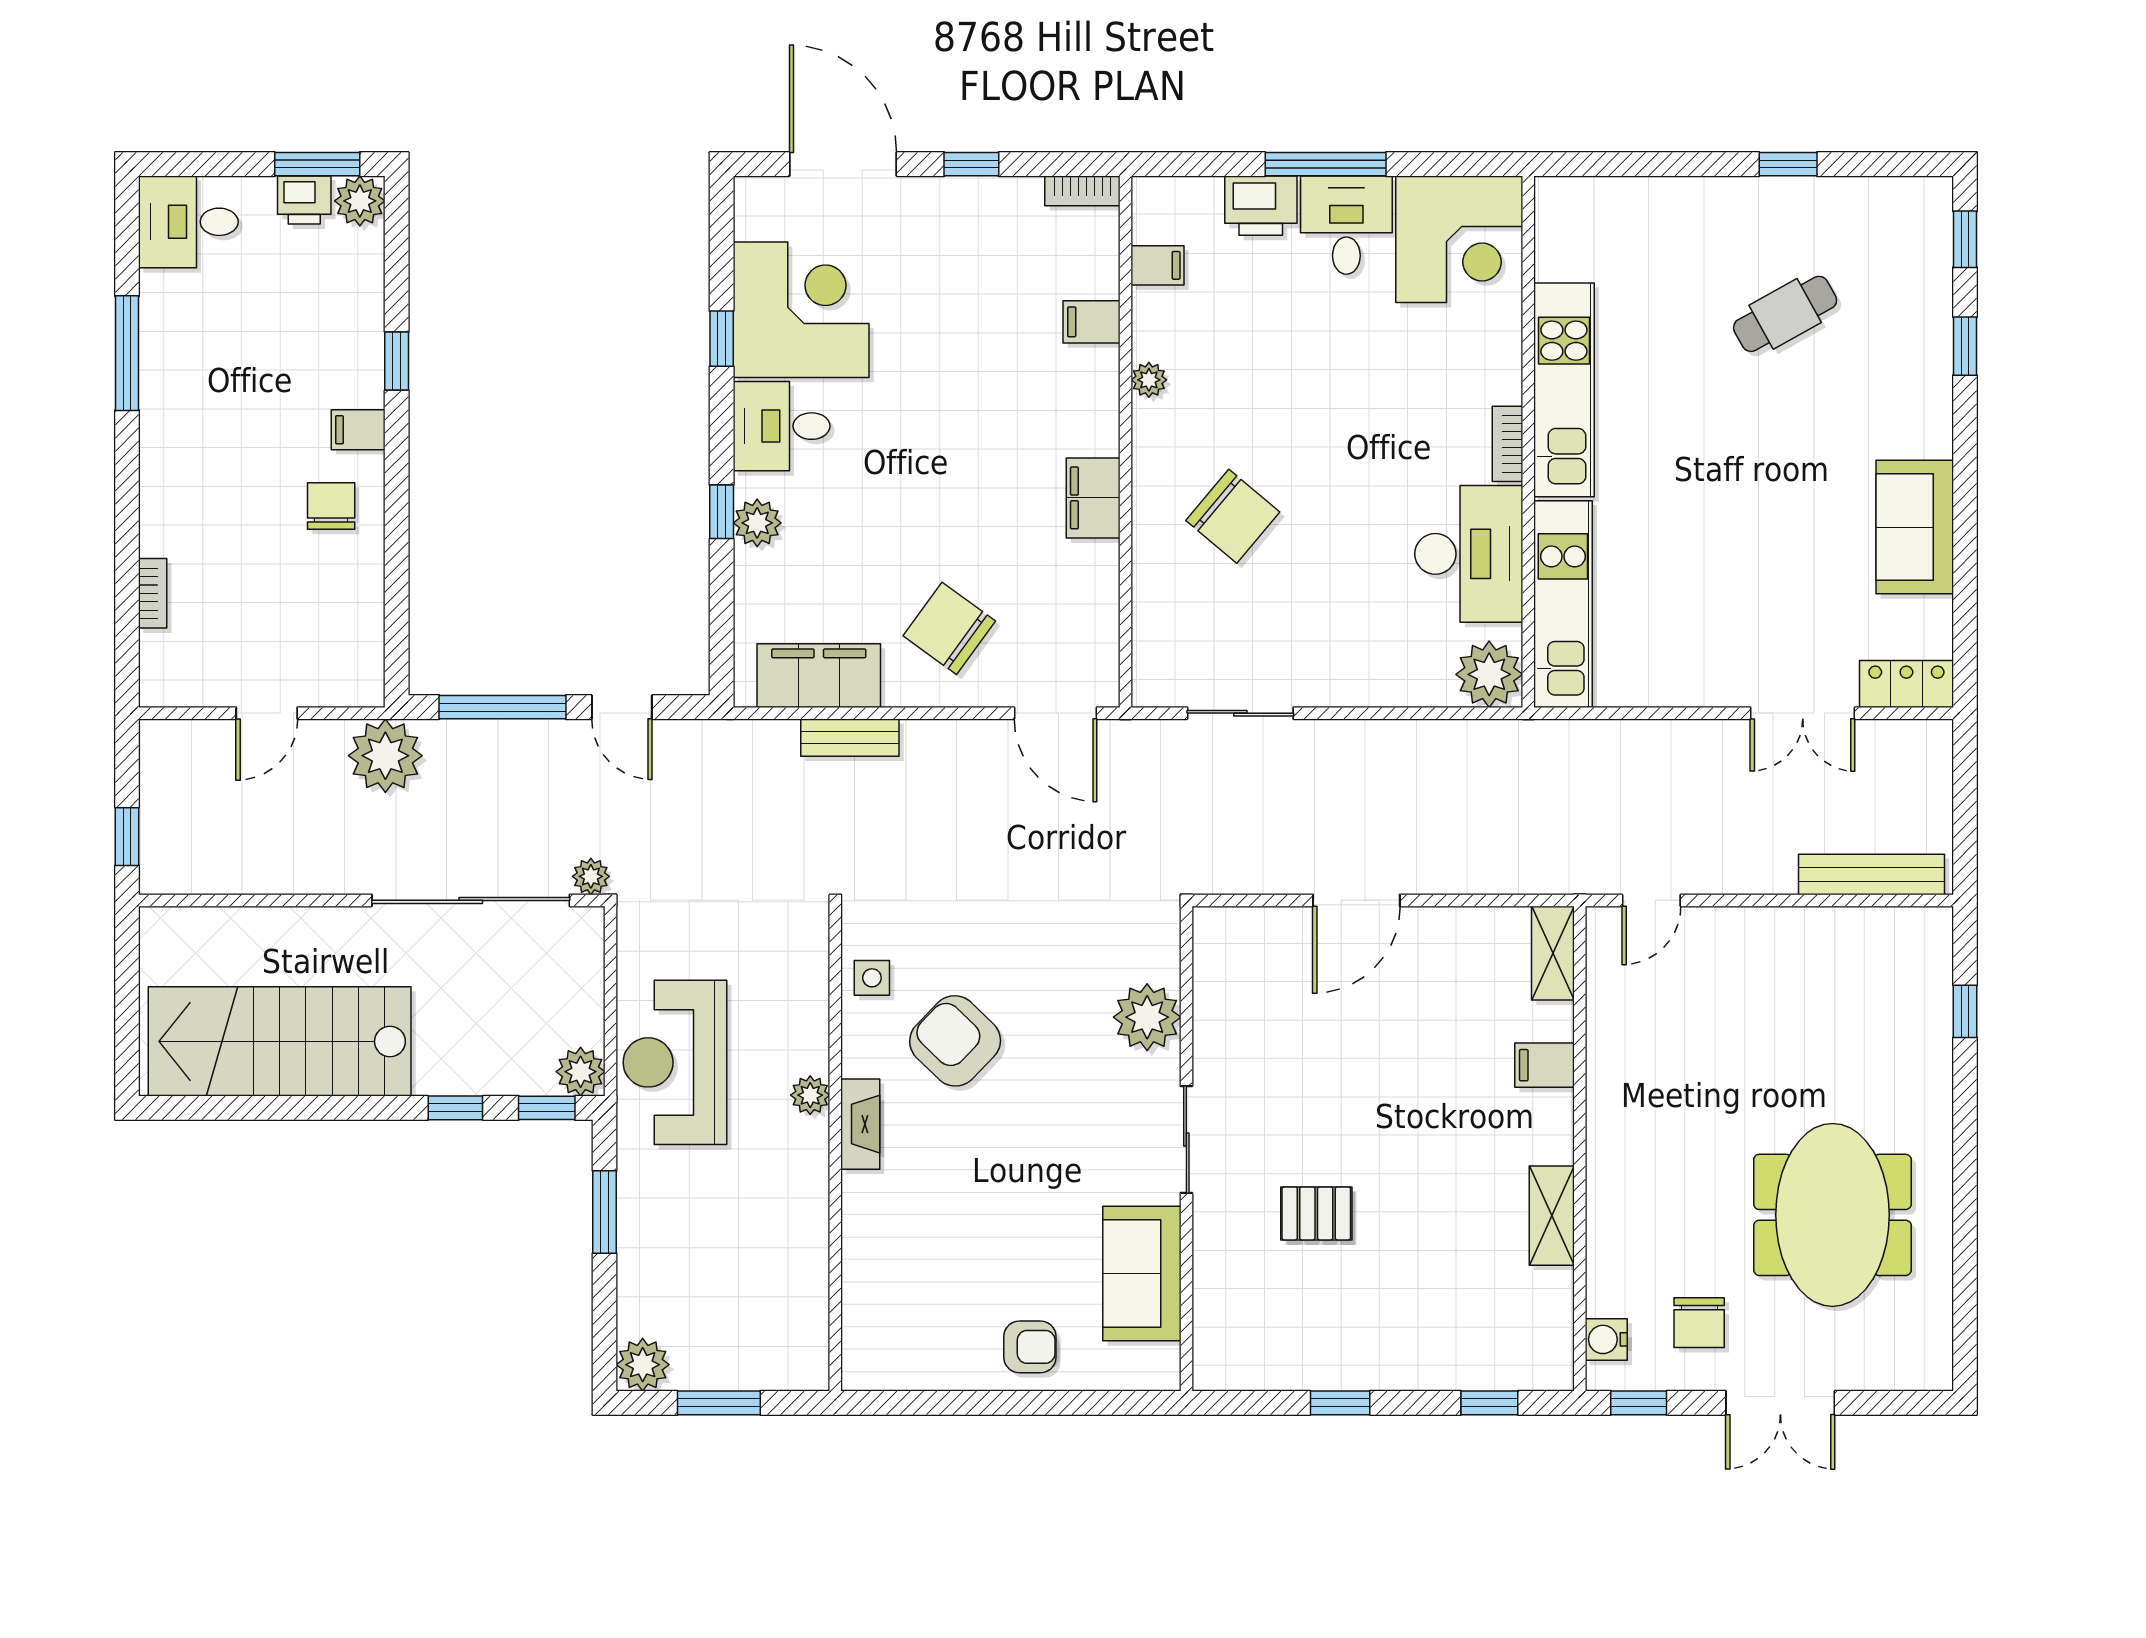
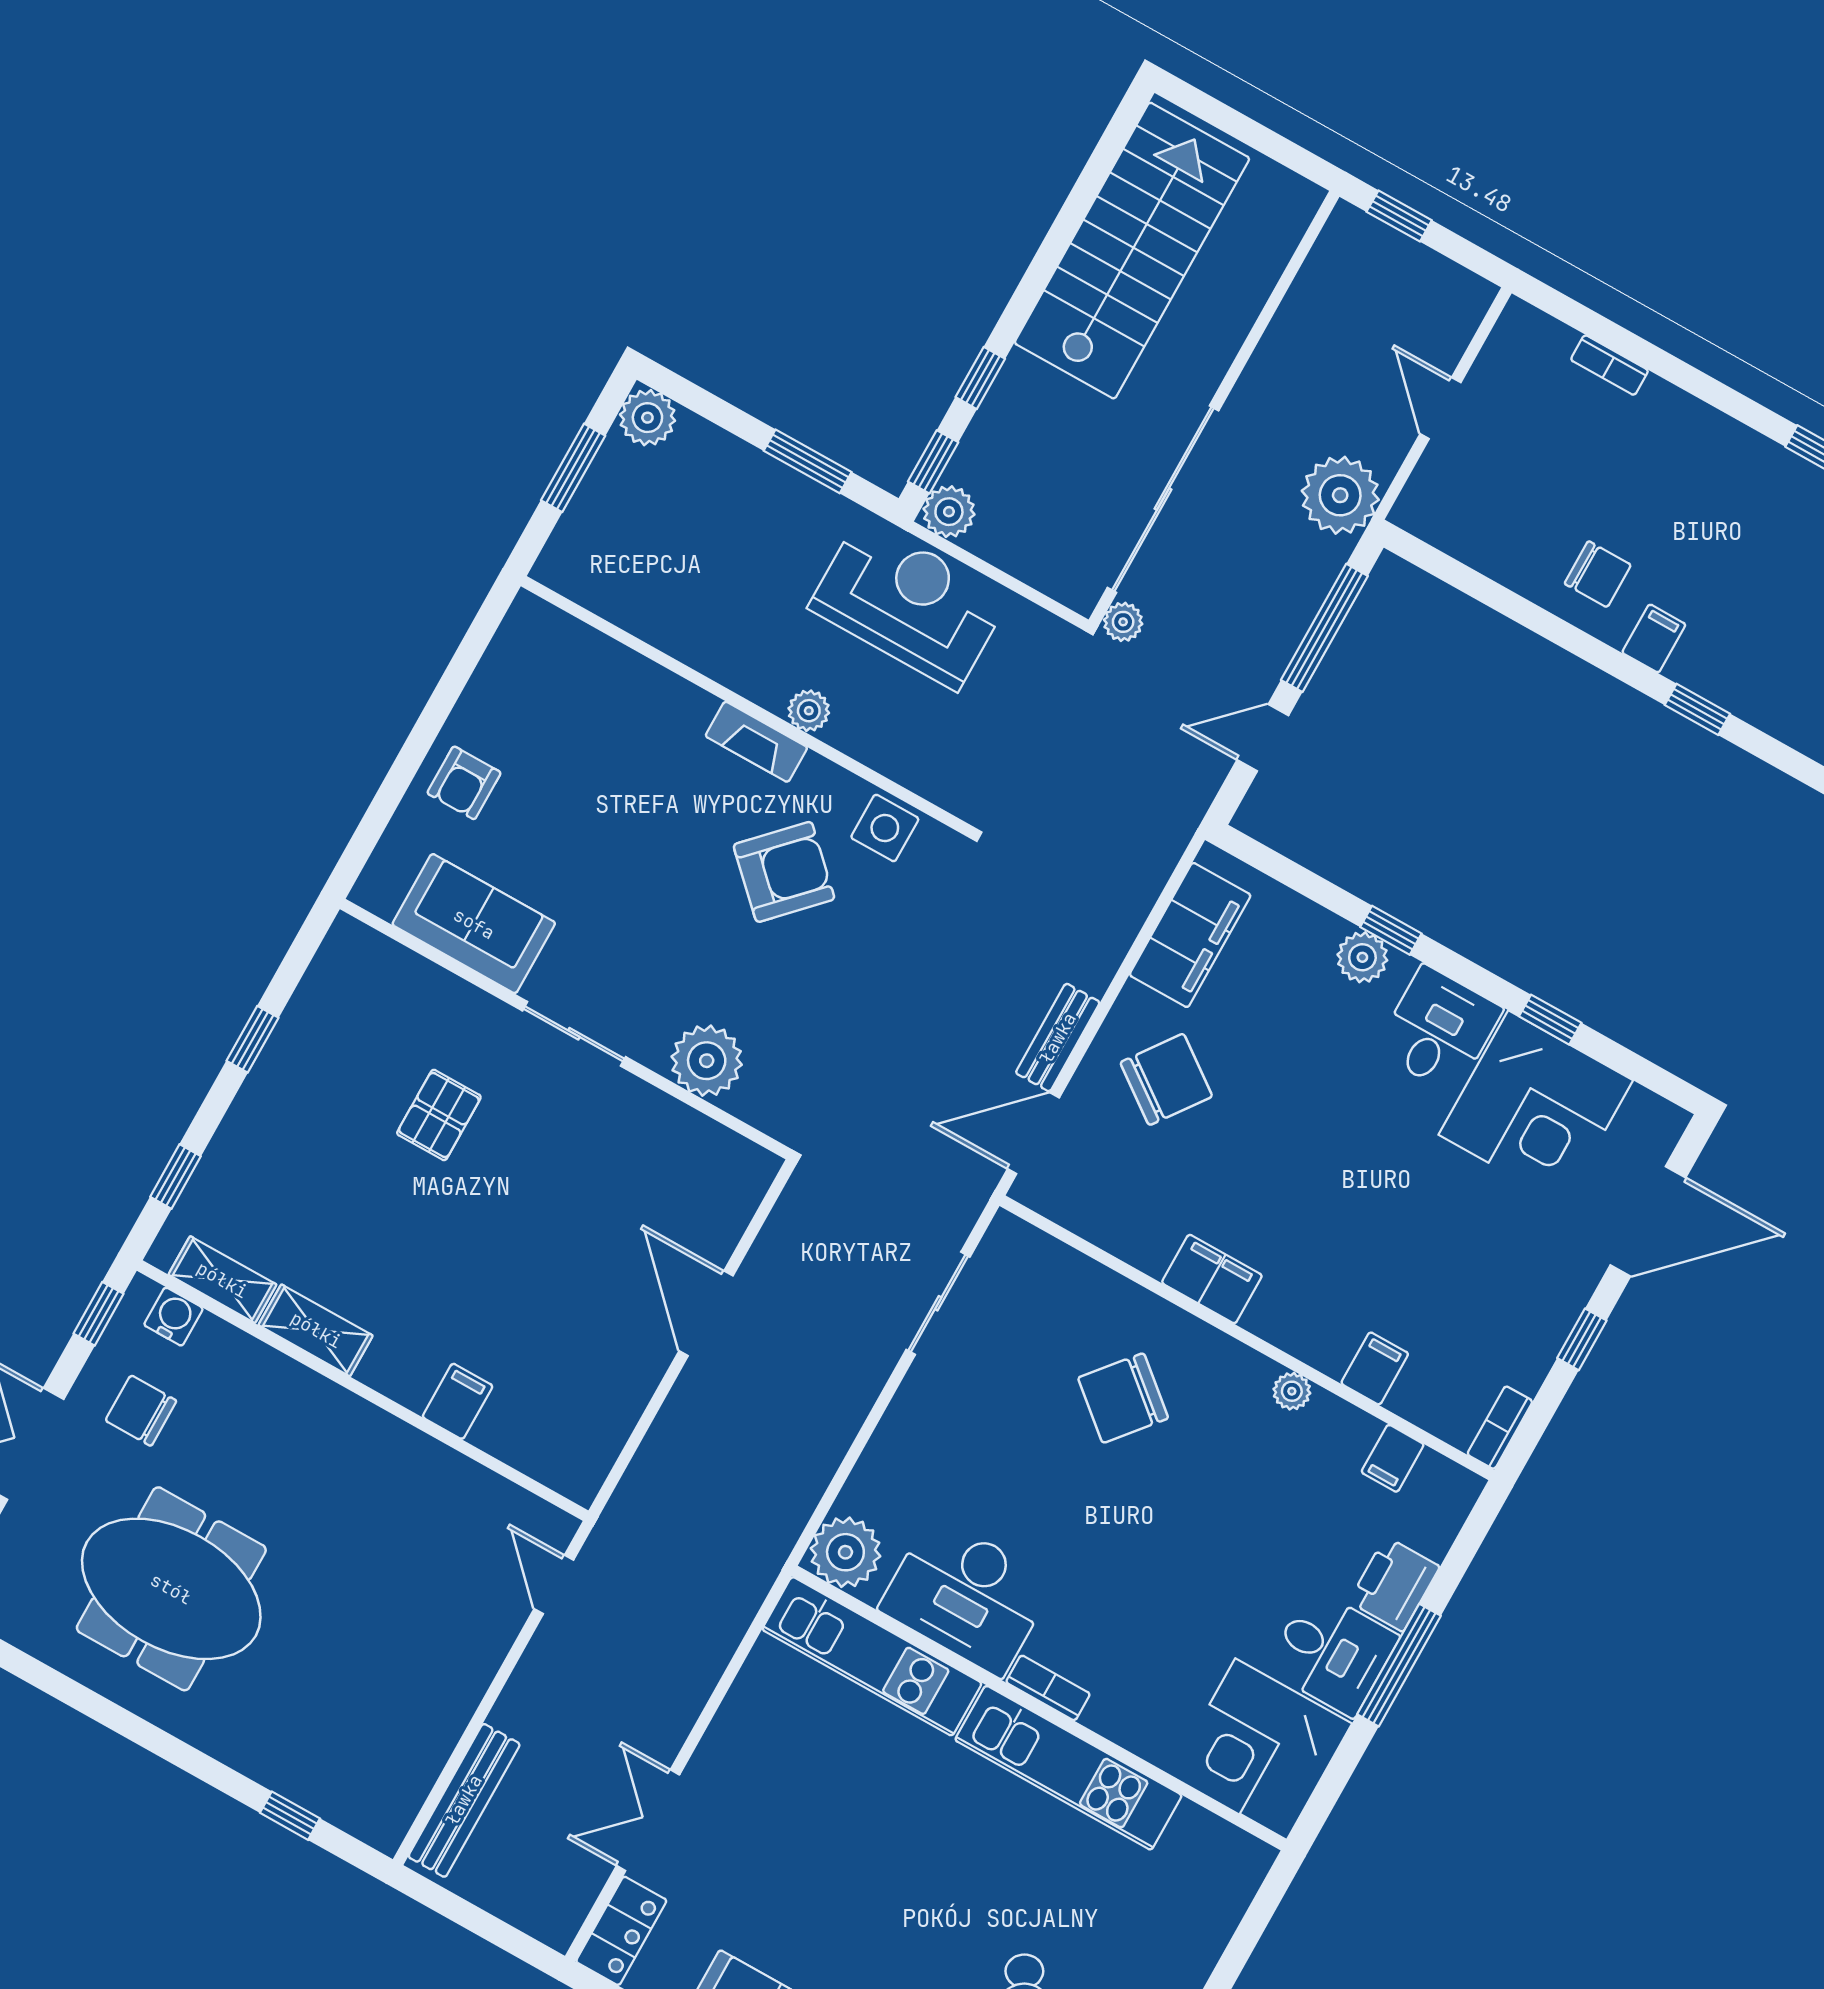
bench: (850, 738) -> (1058, 1038), moved
shelving: (1553, 953) -> (222, 1280), moved
side table: (872, 978) -> (885, 828), width x1.37, depth x1.37

